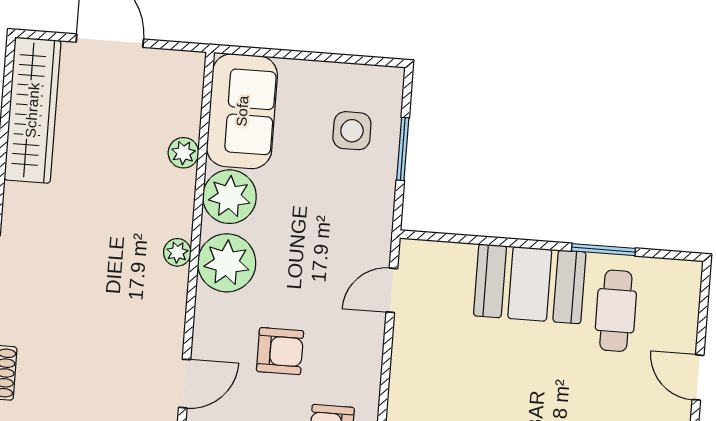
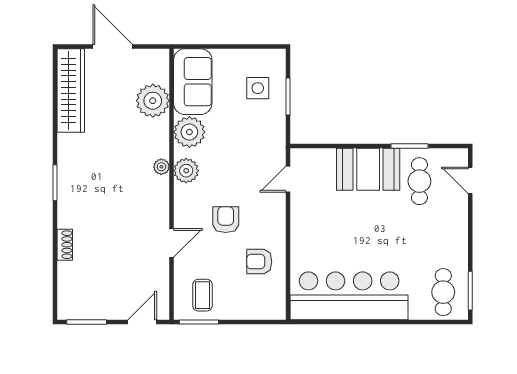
plant: (183, 153) -> (153, 101), width x1.87, depth x1.87
plant: (227, 263) -> (186, 171), width x0.73, depth x0.73
armchair: (280, 351) -> (226, 220), turned -90
door: (698, 377) -> (470, 180), moved

